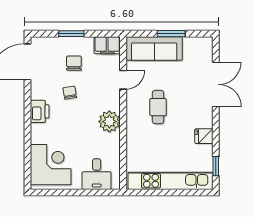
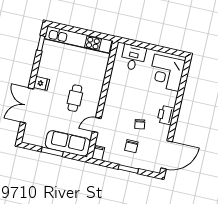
filing cabinet: (107, 45) -> (98, 153), width x0.50
plant: (109, 122) -> (114, 95), removed
fridge: (204, 136) -> (41, 83), moved

